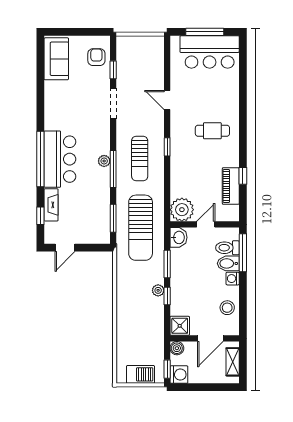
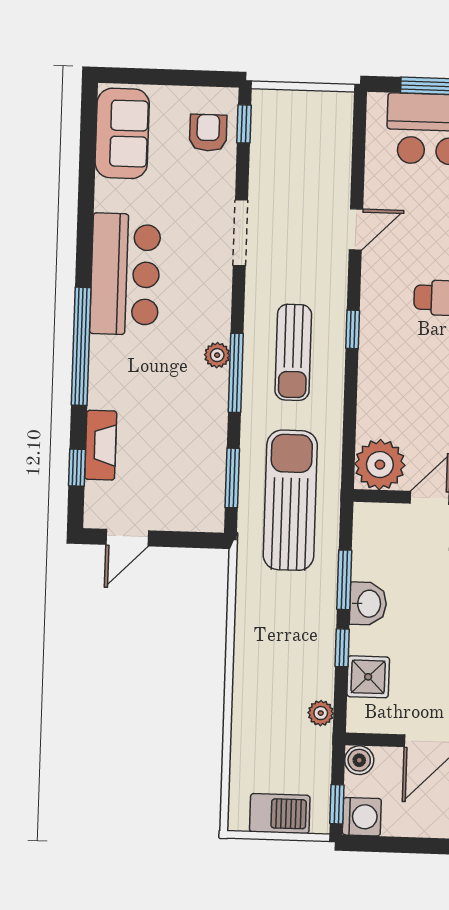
window: (113, 70) -> (244, 124), moved
door: (167, 100) -> (356, 229), swing flipped
bar counter: (60, 159) -> (125, 274), moved
sun lounger: (141, 228) -> (290, 500), turned 180
washbasin: (179, 237) -> (368, 604), moved
plant: (158, 290) -> (321, 713), moved
shower: (180, 326) -> (368, 677), moved

